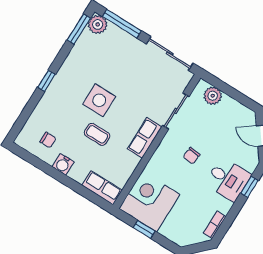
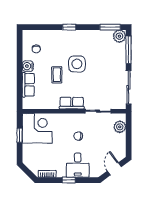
window: (249, 187) -> (69, 180), moved
row of seats: (102, 188) -> (28, 85), moved

